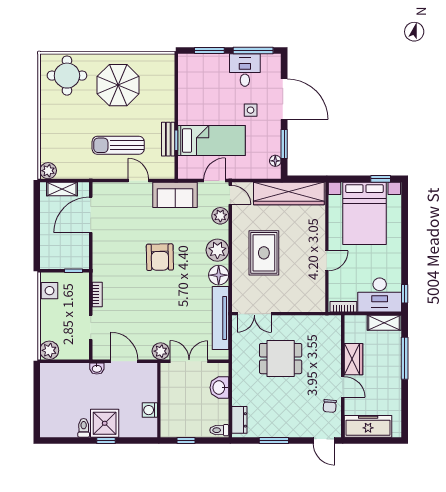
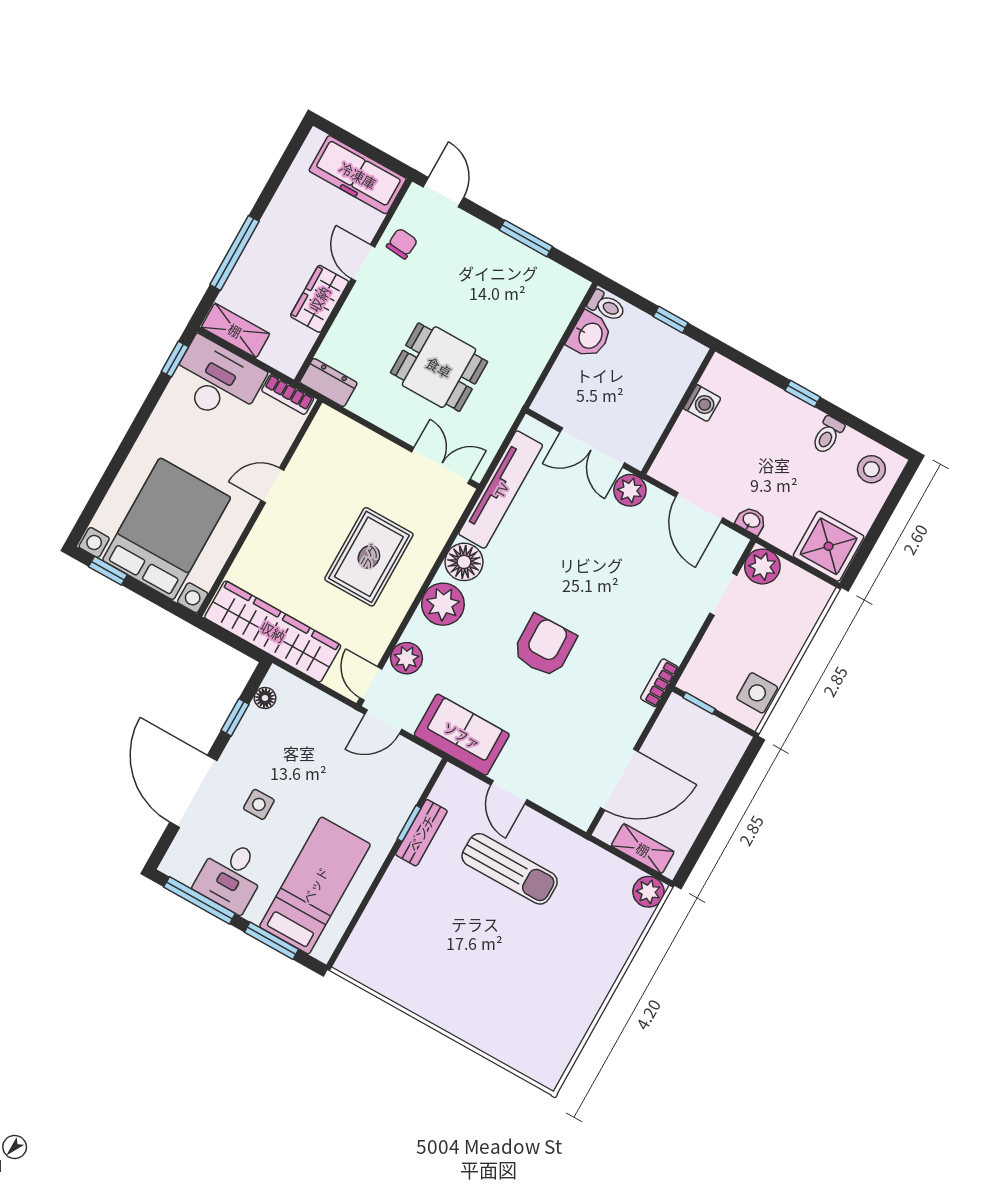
round table: (67, 76) -> (529, 1031), removed
parasol: (118, 85) -> (454, 968), removed
bed: (211, 141) -> (315, 885), moved, turned 90
window: (284, 144) -> (235, 717), width x0.67
bookcase: (97, 295) -> (659, 683), moved
plant: (49, 350) -> (762, 566), moved
washbasin: (219, 388) -> (590, 335), moved
dresser: (239, 420) -> (328, 383), moved, turned 90
stool: (55, 423) -> (871, 469), added
shower: (105, 423) -> (829, 546), moved

